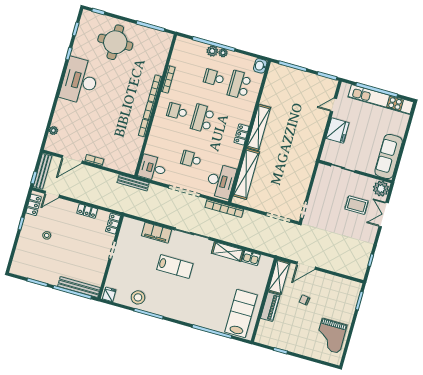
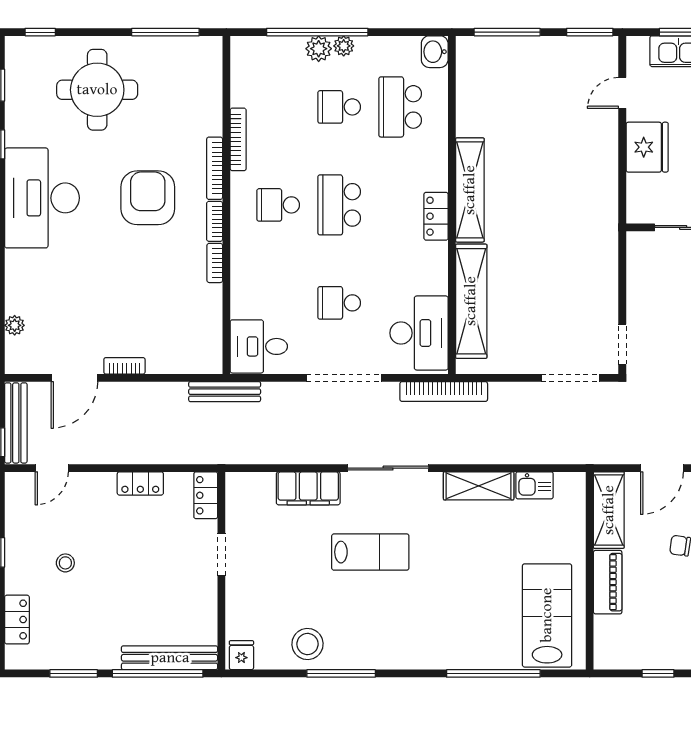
armchair: (124, 93) -> (148, 198), added
locker: (34, 205) -> (17, 620), moved

